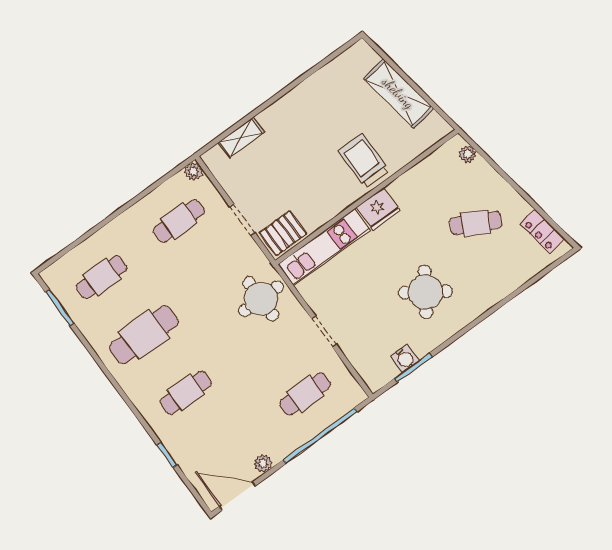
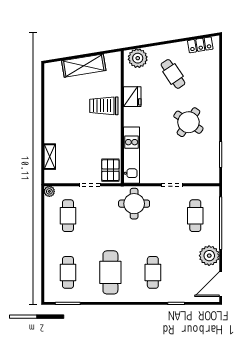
plant: (468, 154) -> (138, 58), width x1.87, depth x1.87
fridge: (378, 209) -> (132, 97), moved
cafe table: (476, 223) -> (173, 74), turned -62
water cooler: (405, 358) -> (213, 155), removed
plant: (263, 463) -> (209, 256), width x1.88, depth x1.88

